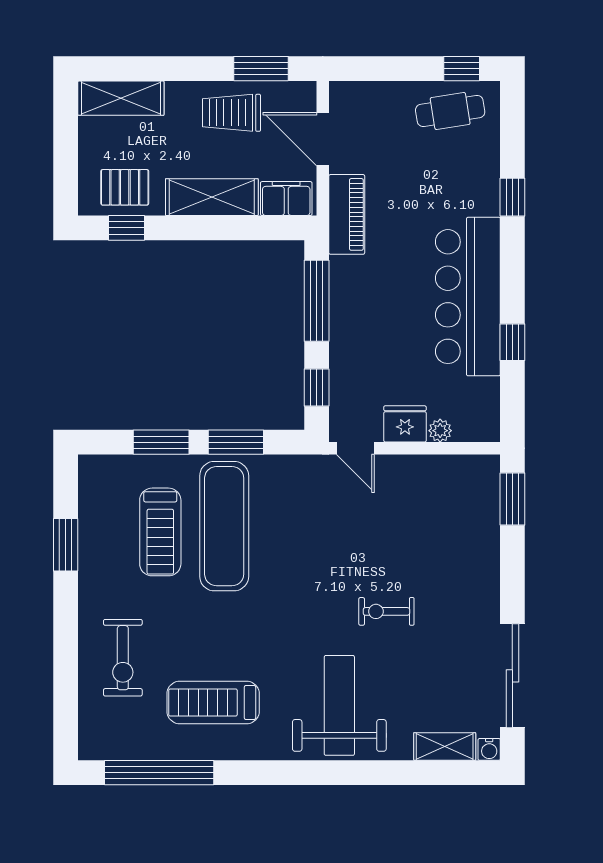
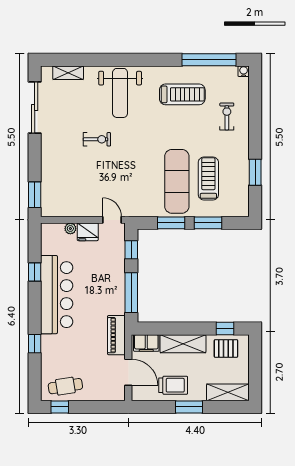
window: (261, 69) -> (189, 407), moved
exercise bike: (123, 658) -> (227, 116), width x0.73, depth x0.72
water cooler: (489, 749) -> (244, 71), moved

